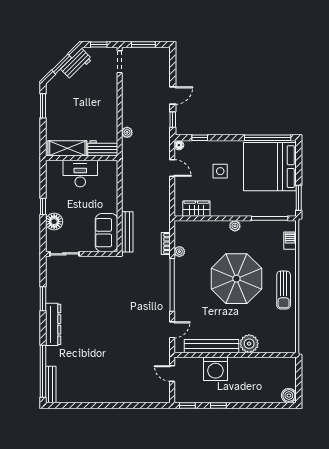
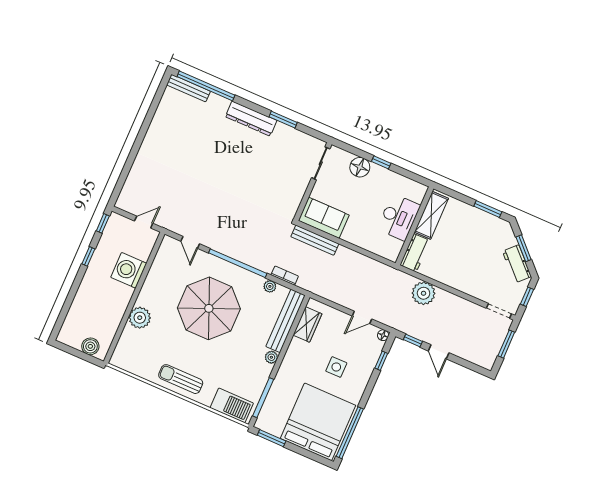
plant: (127, 132) -> (424, 293), width x1.88, depth x1.88
barbecue: (290, 241) -> (232, 405), width x1.88, depth x1.53
parasol: (236, 279) -> (209, 308), moved
bench: (212, 346) -> (286, 321), moved
boiler: (289, 396) -> (90, 346), moved

